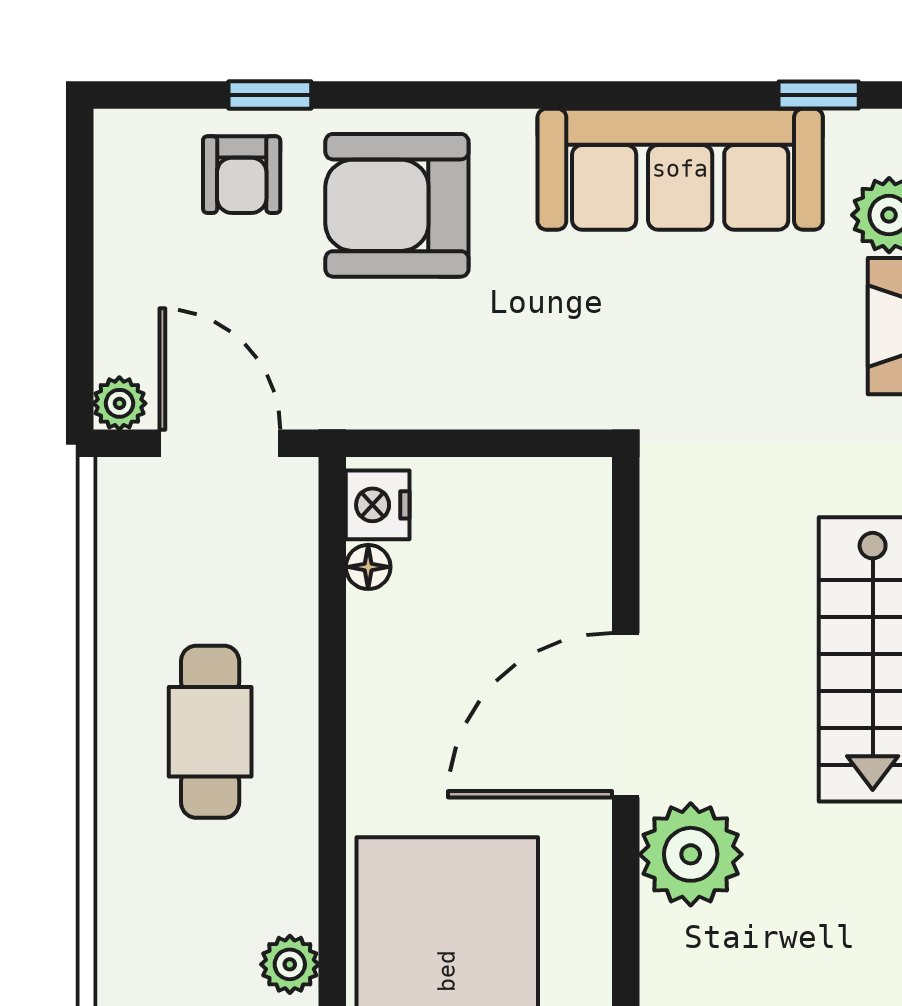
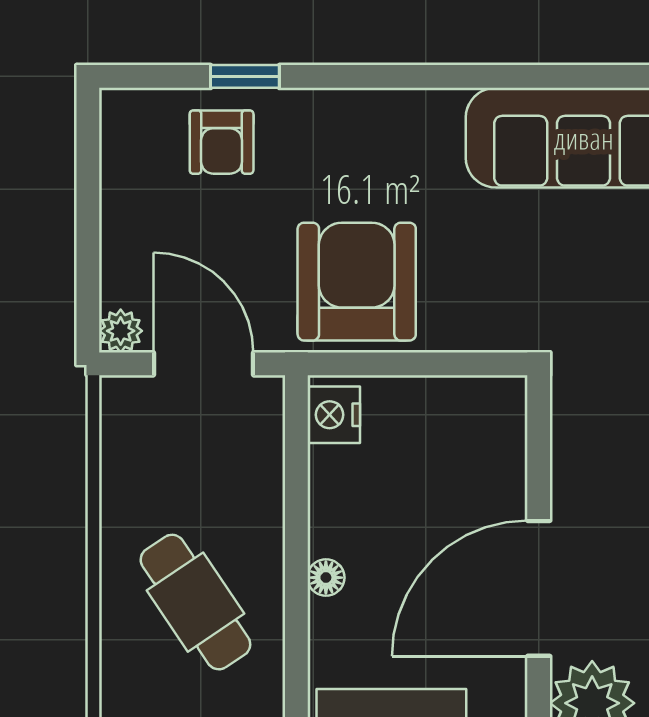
armchair: (397, 205) -> (357, 282), moved, turned 90
floor lamp: (368, 567) -> (326, 578), moved
cafe table: (210, 732) -> (195, 602), turned -34

